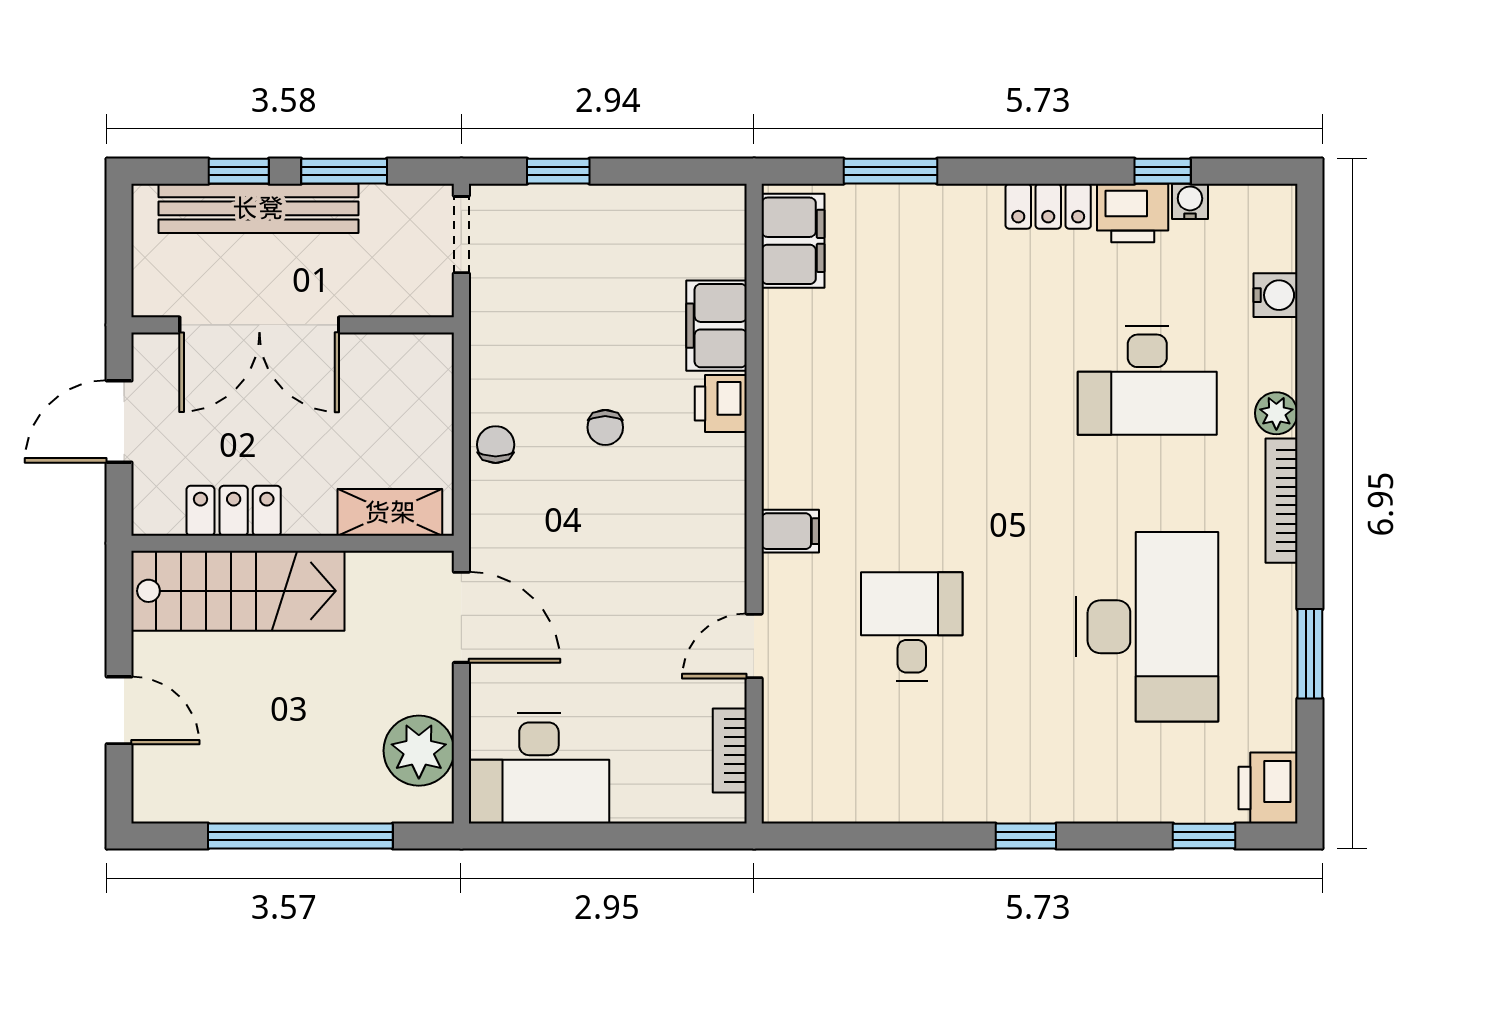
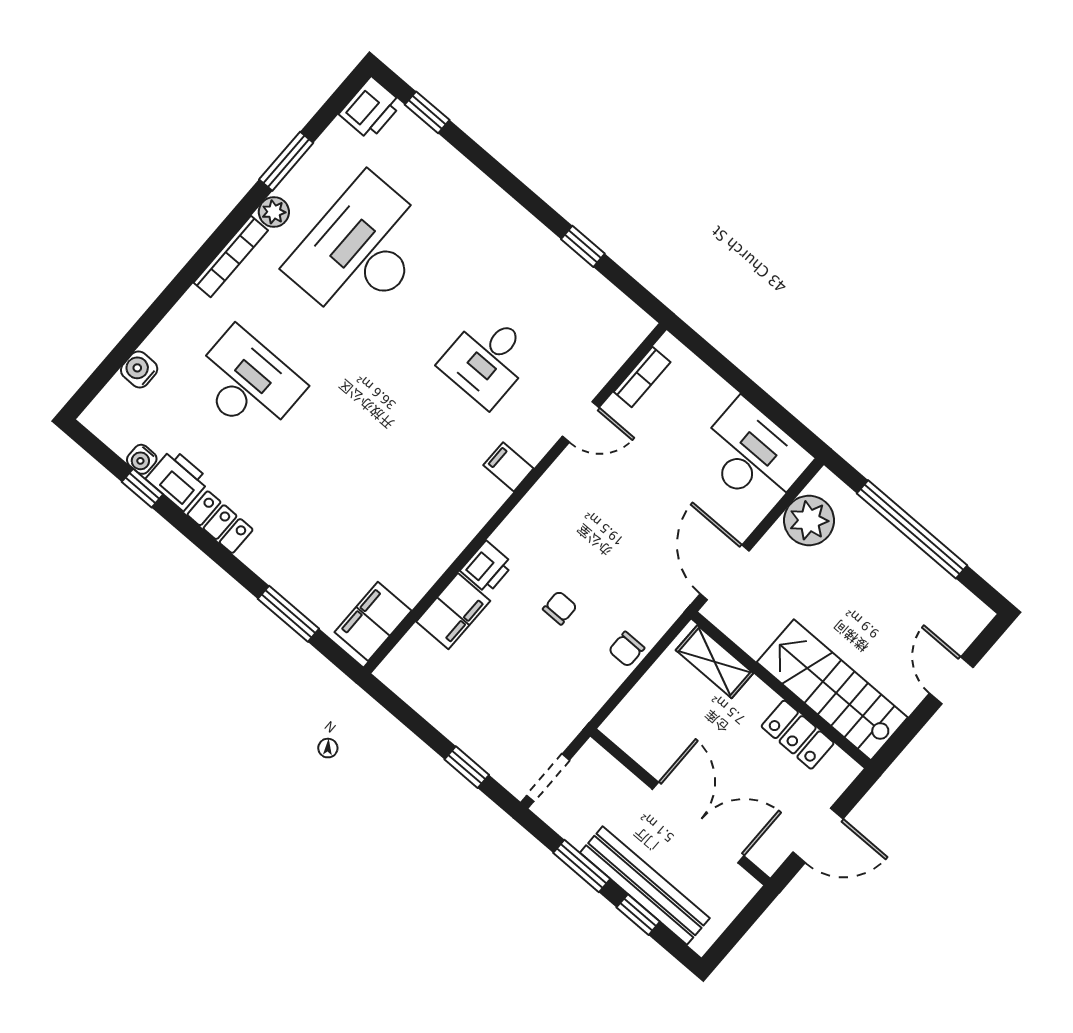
plant: (1276, 413) -> (274, 212), moved
window: (1026, 836) -> (583, 246), moved

